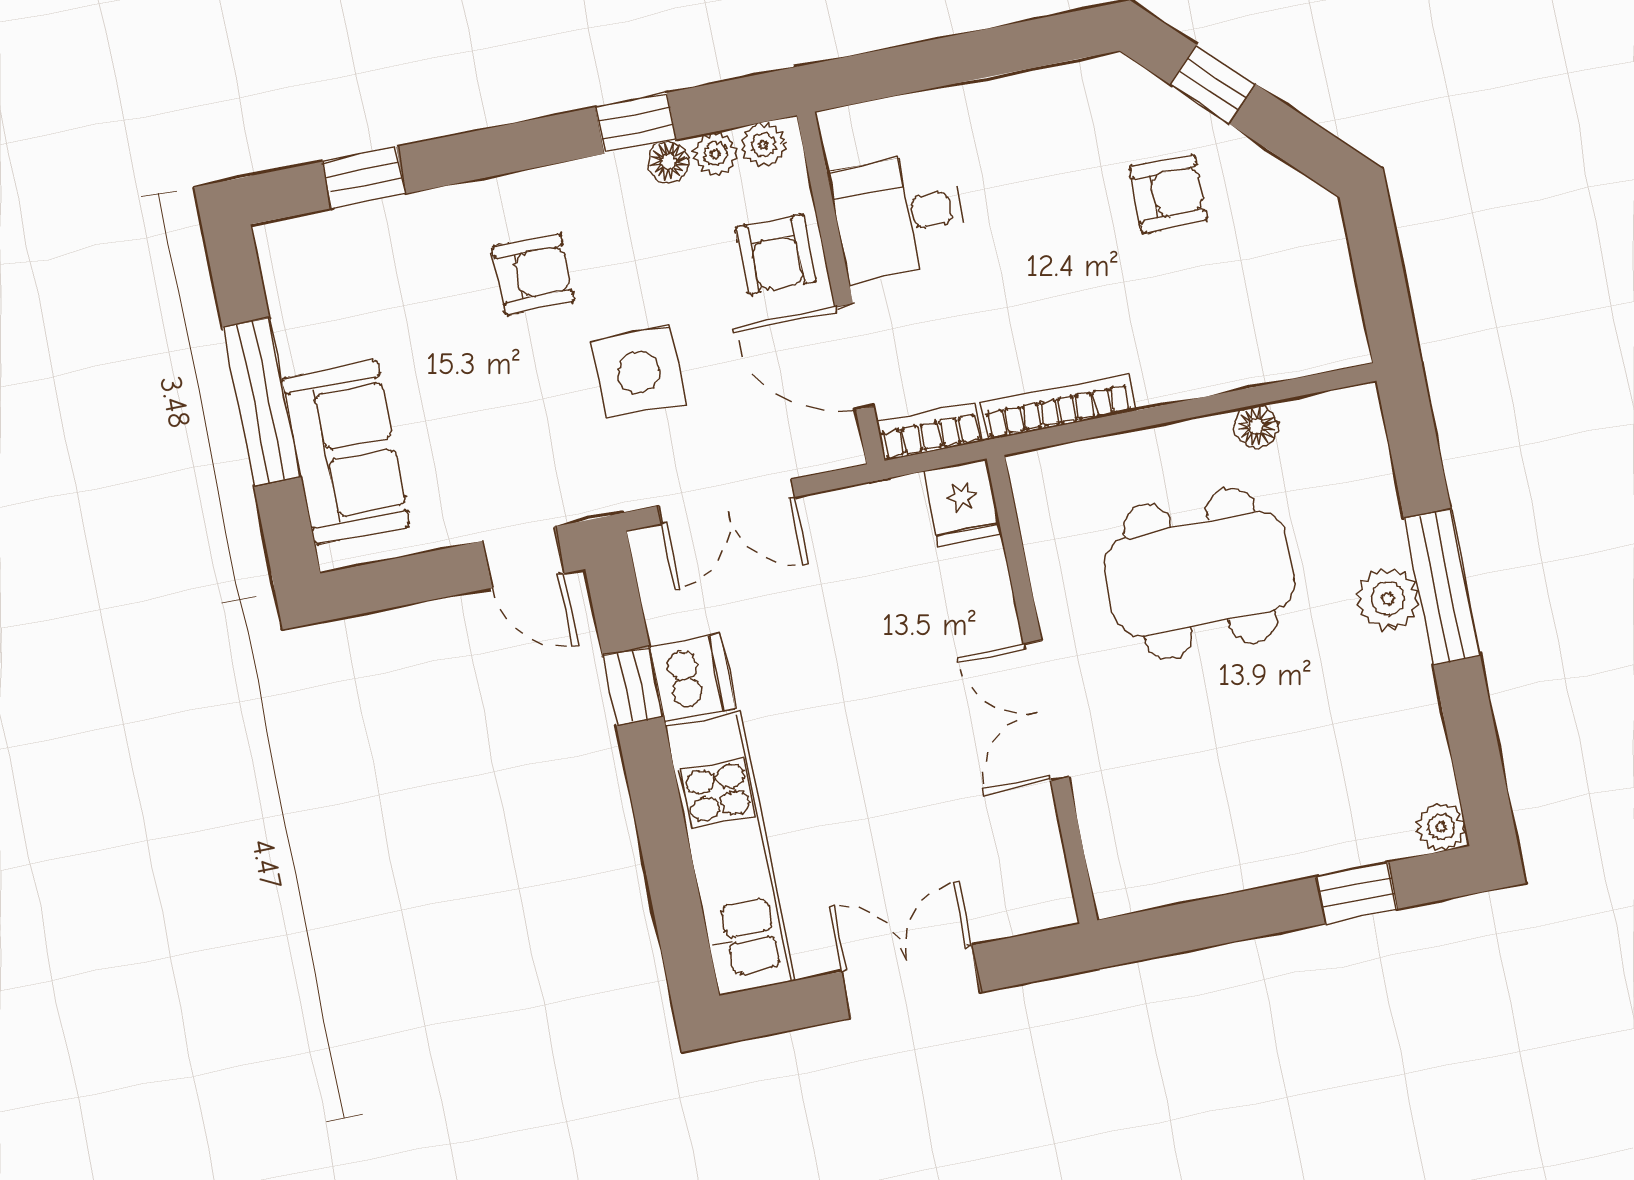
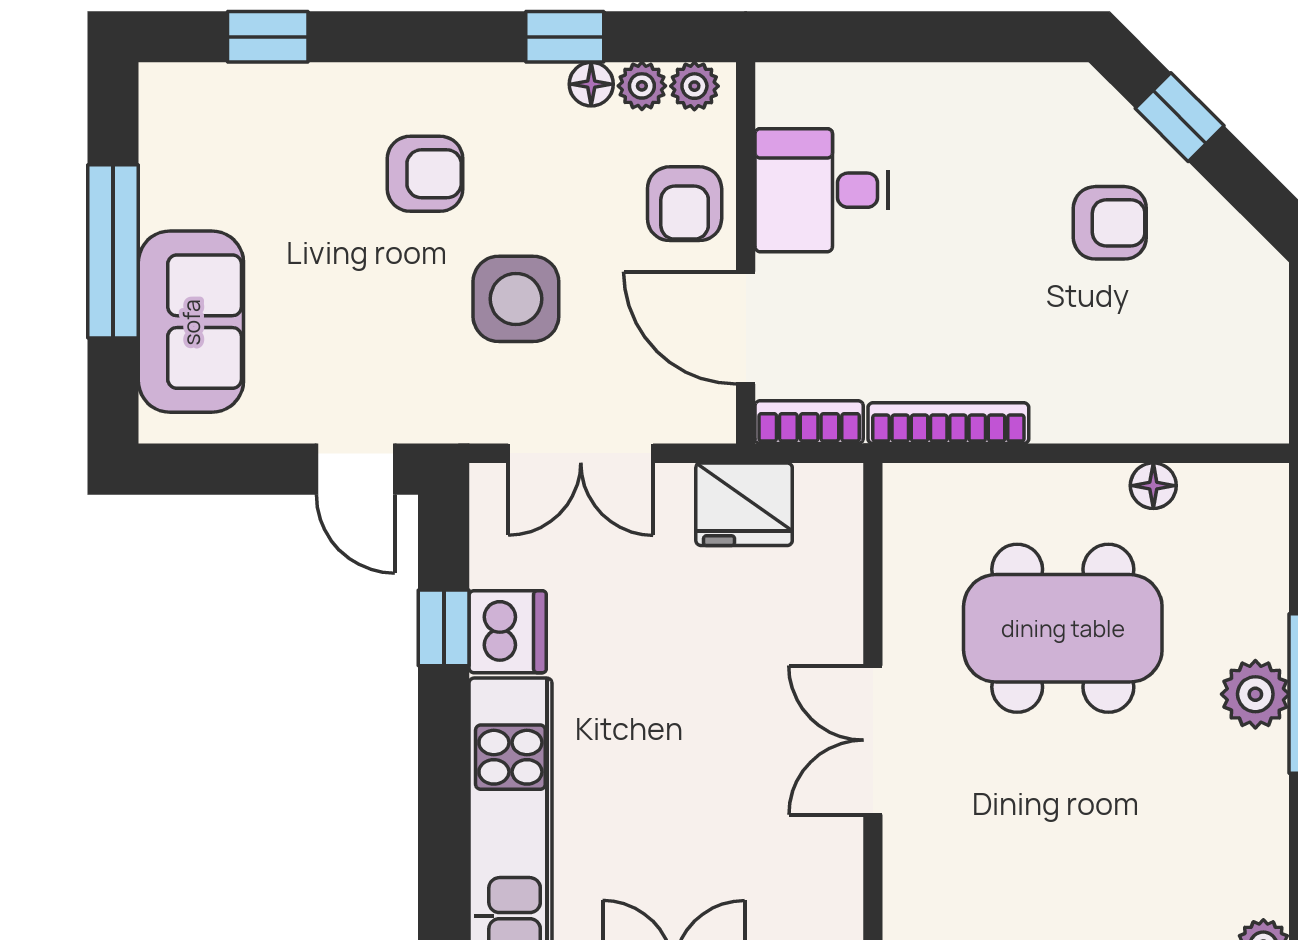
fridge: (963, 503) -> (744, 504), moved, width x1.38

